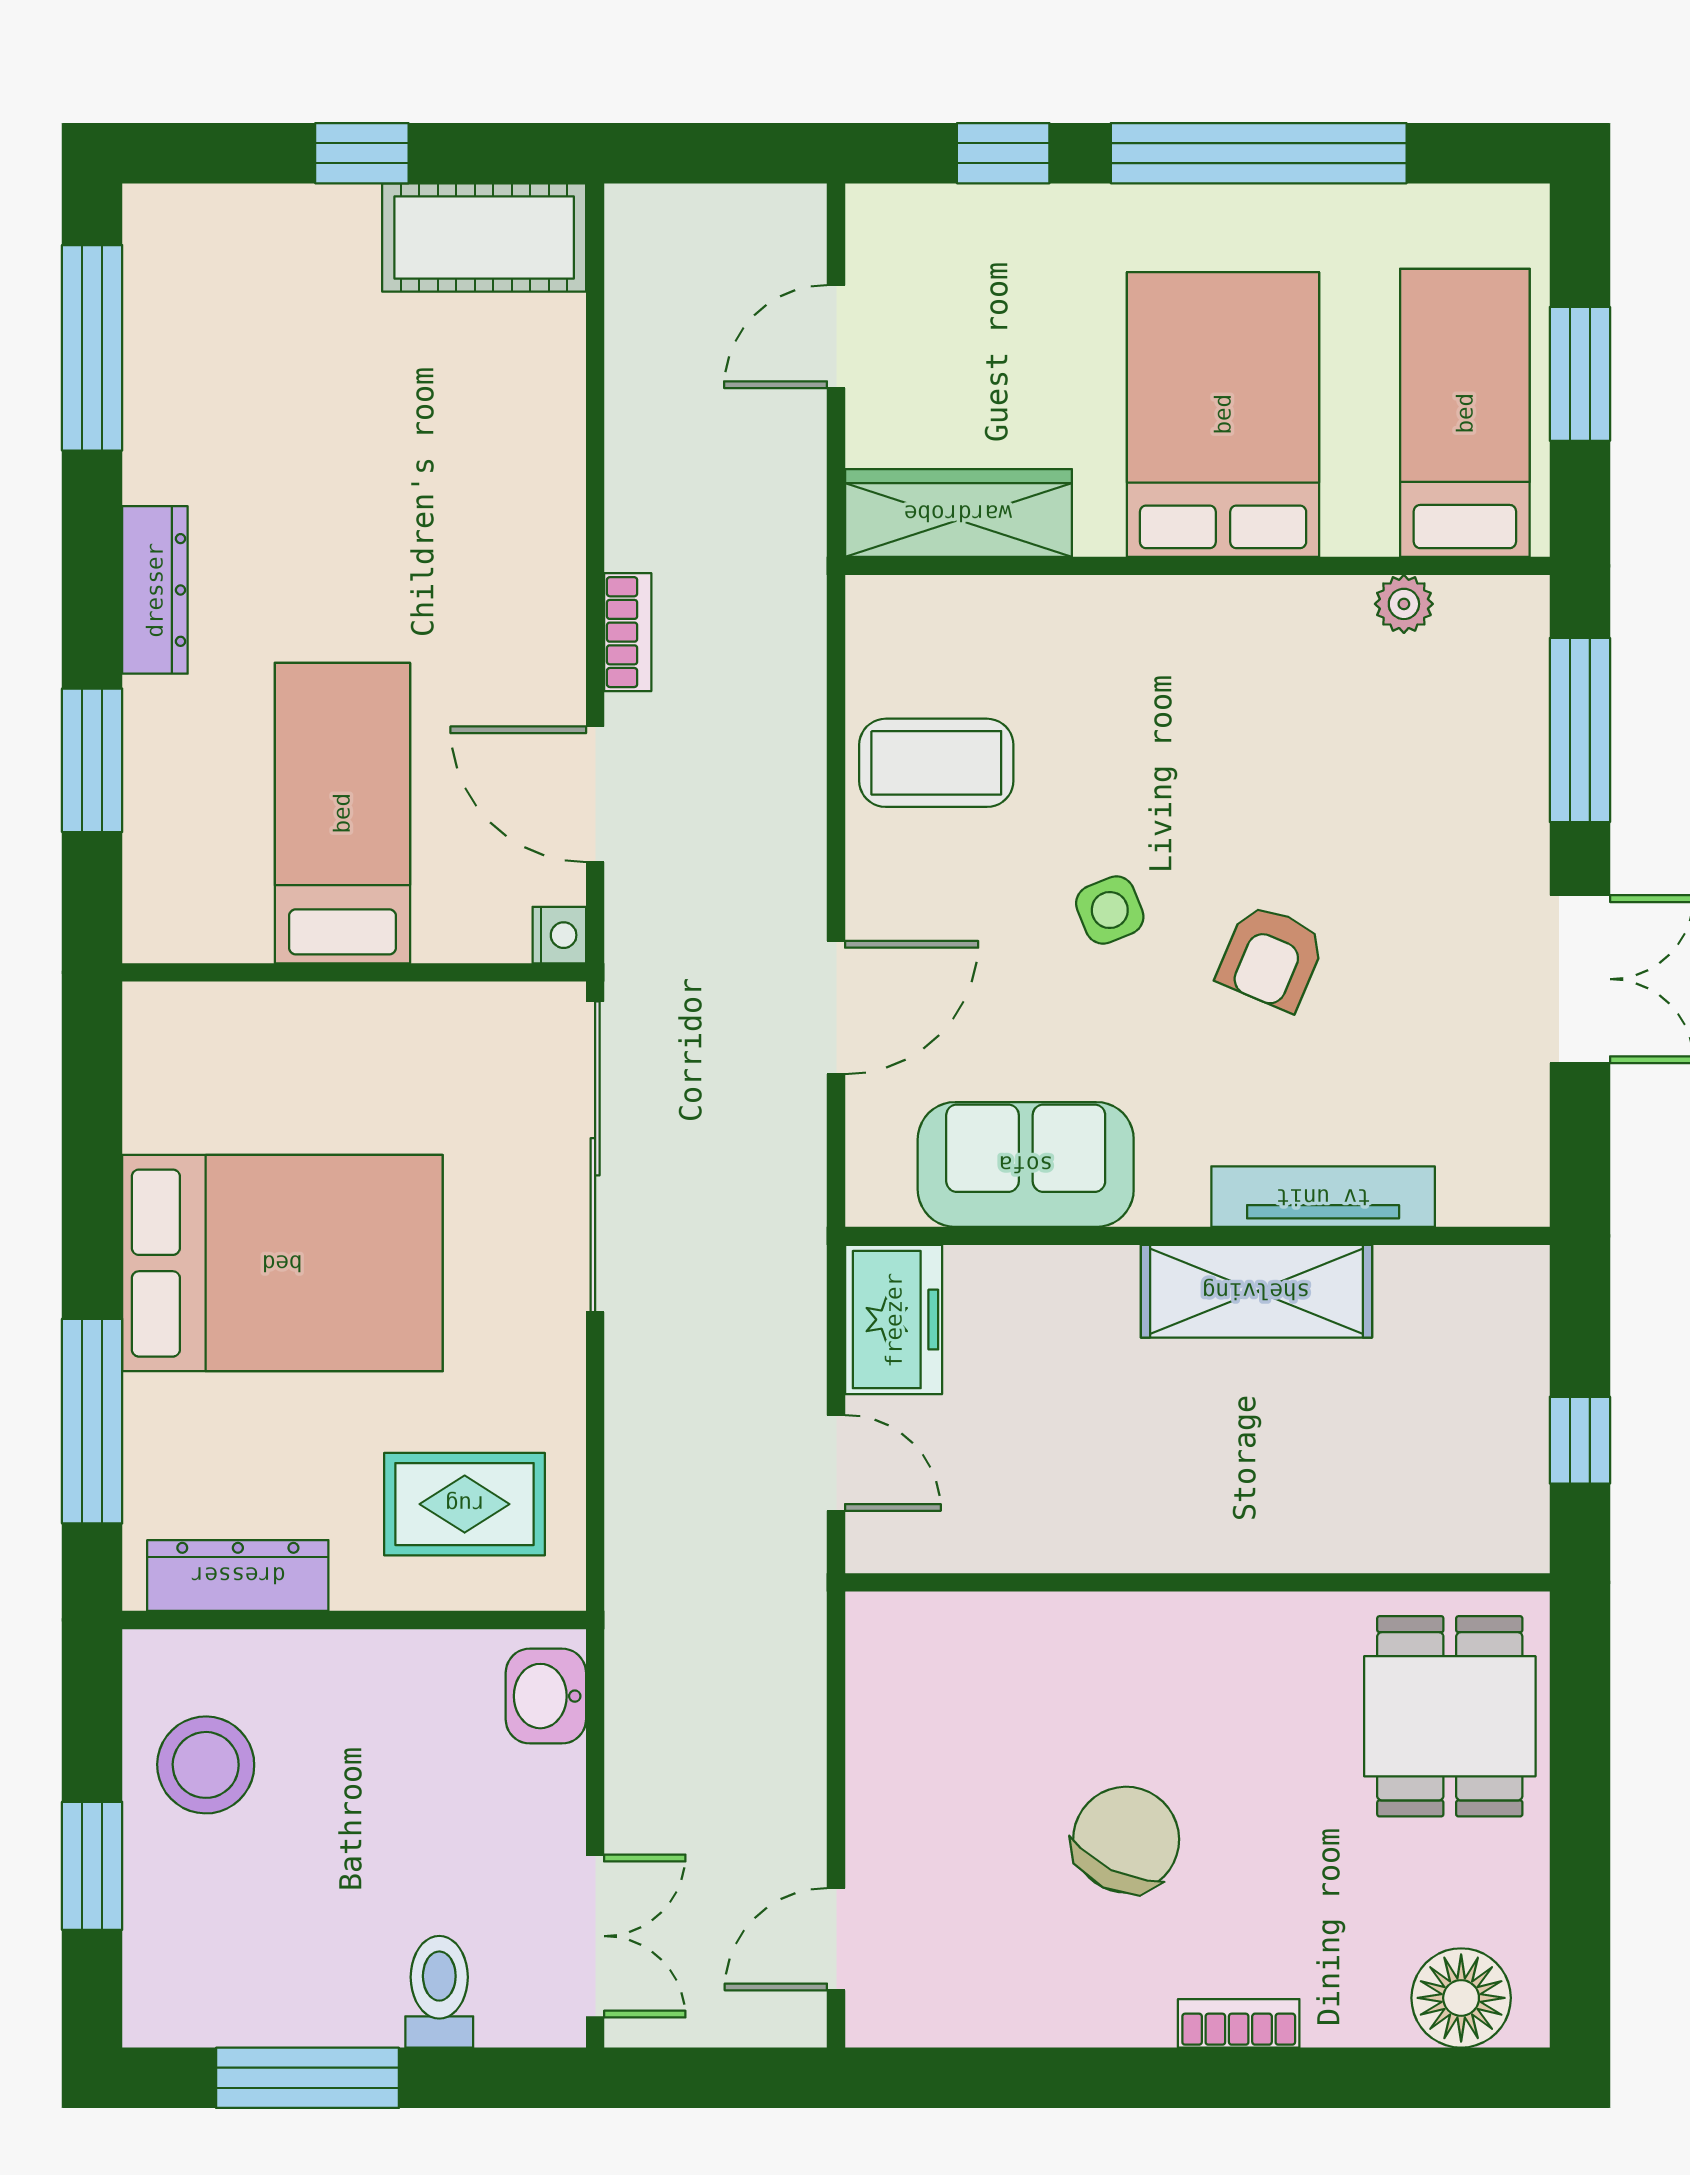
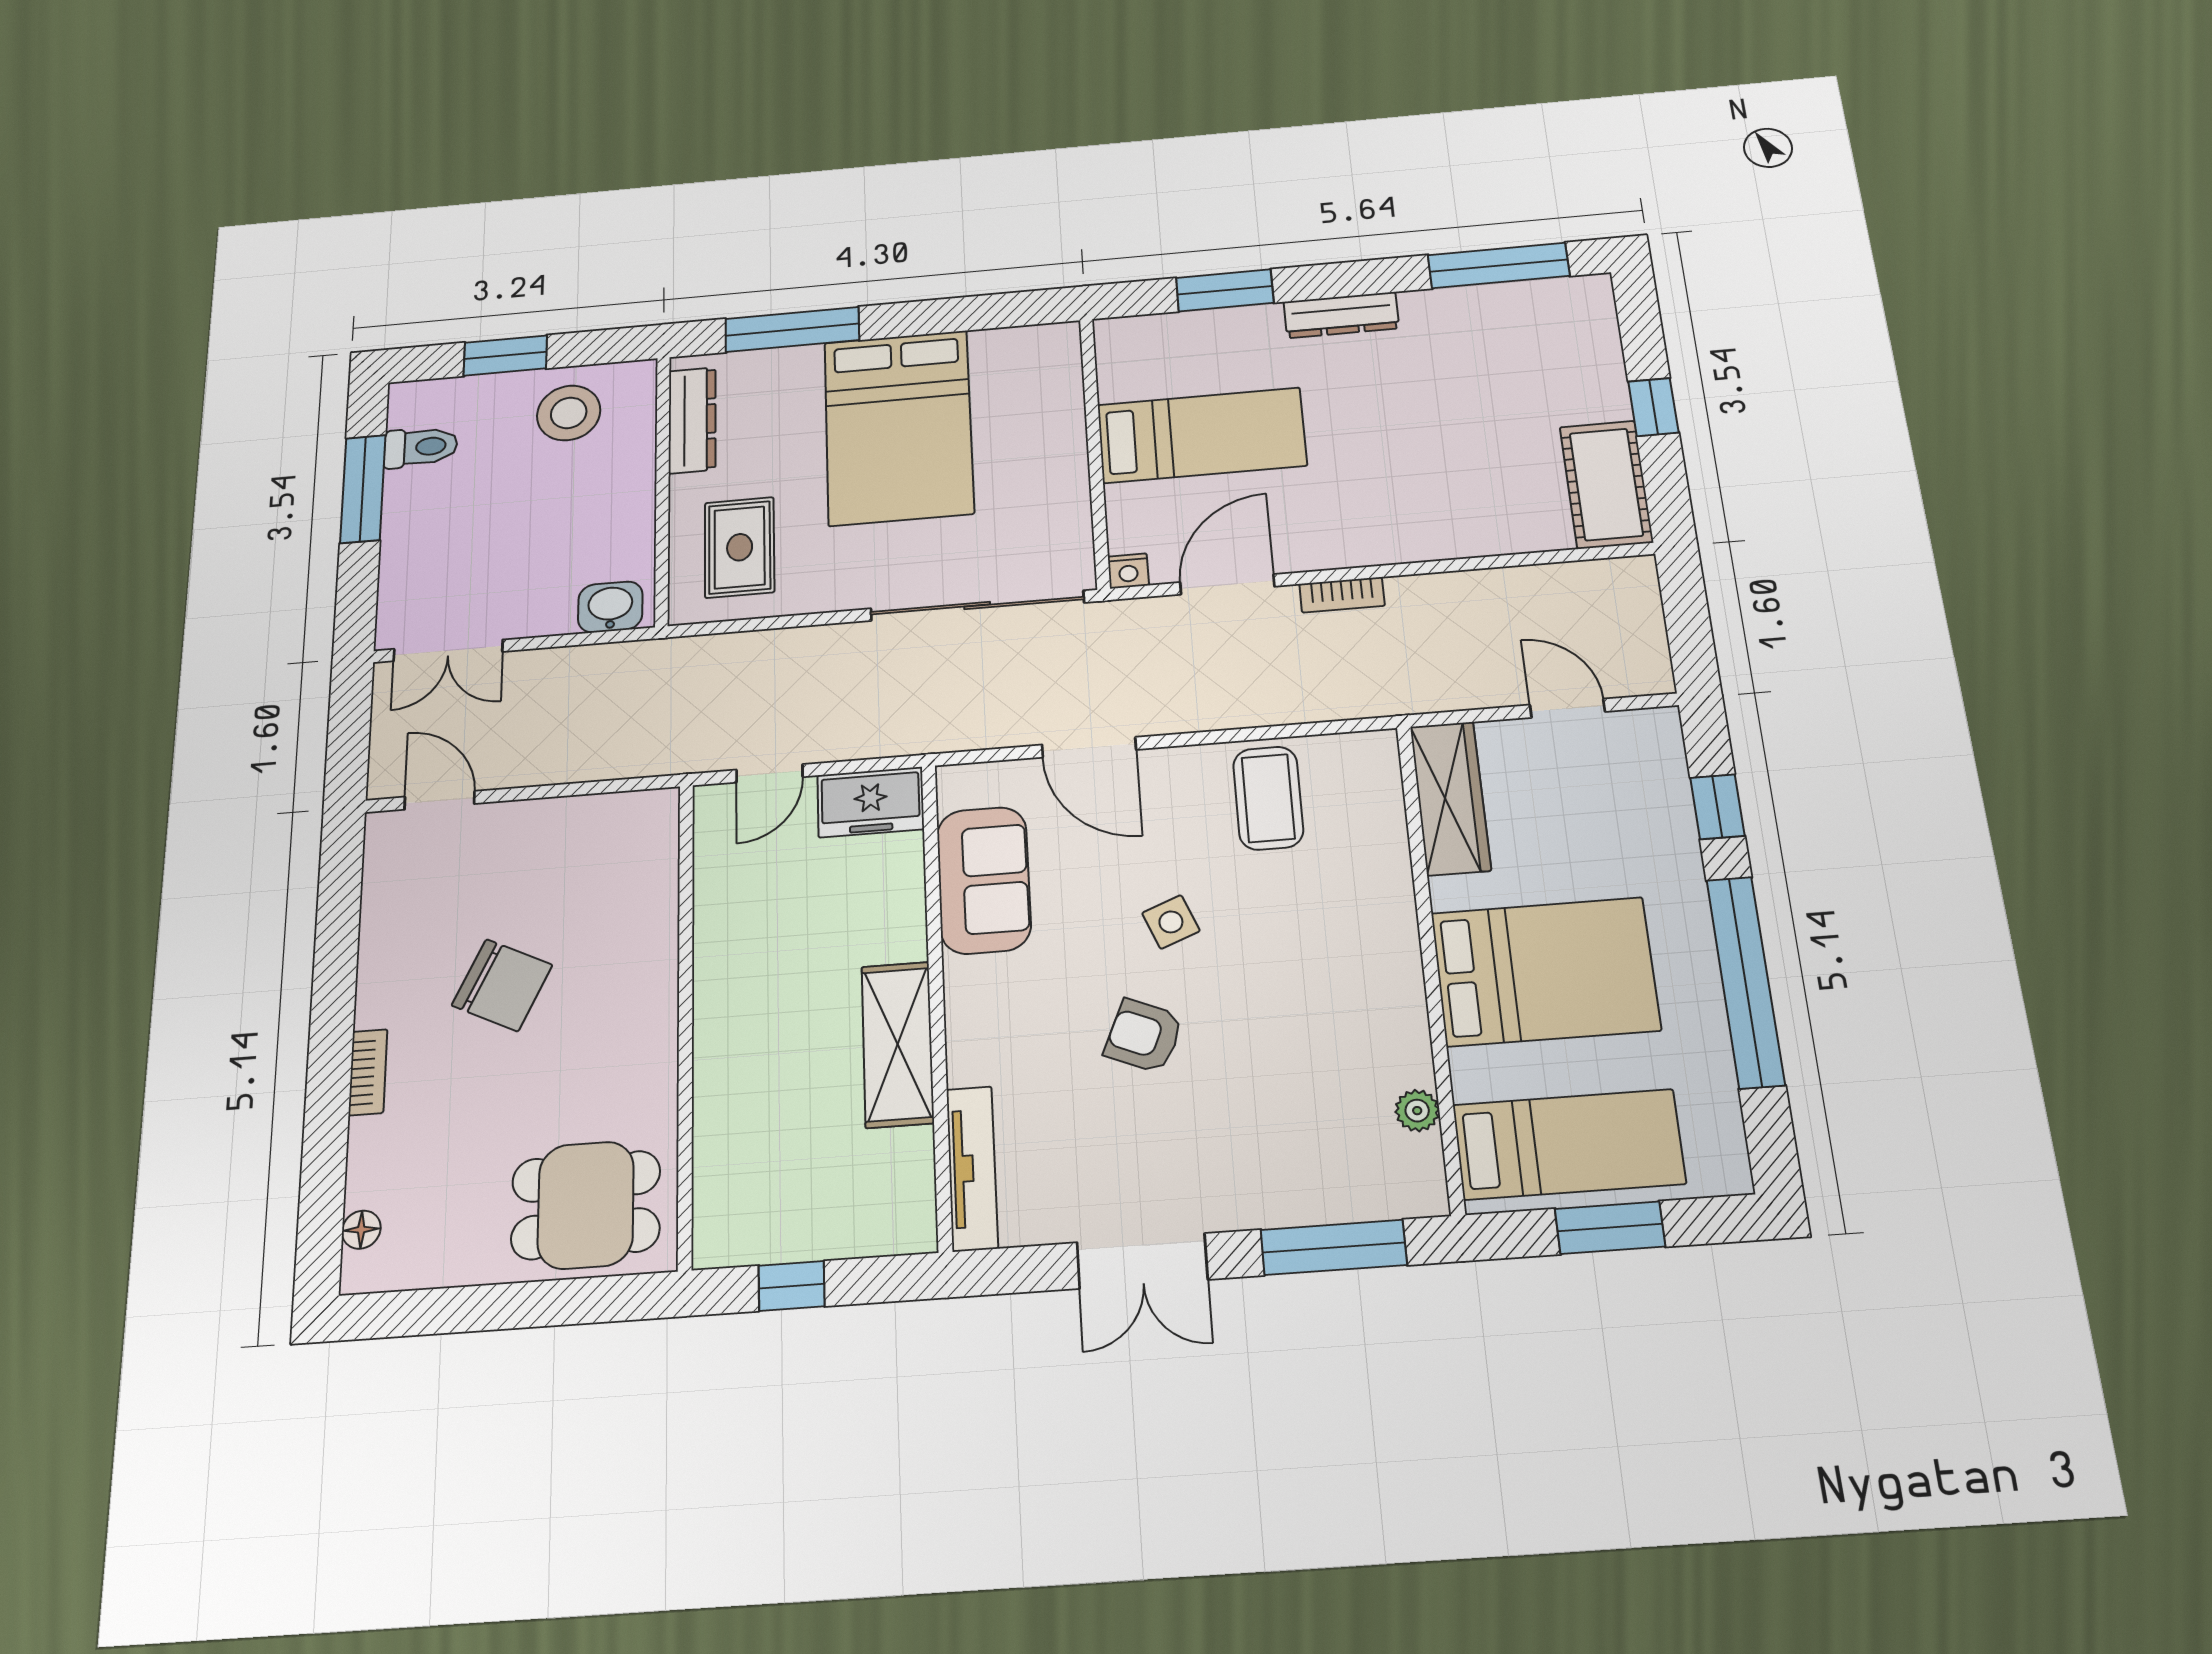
tv unit: (1323, 1197) -> (972, 1168), moved
toilet: (439, 1992) -> (421, 447), moved
floor lamp: (1461, 1998) -> (361, 1230), width x0.53, depth x0.53

